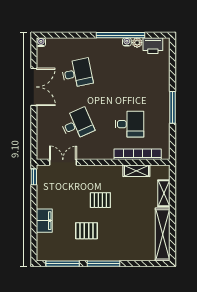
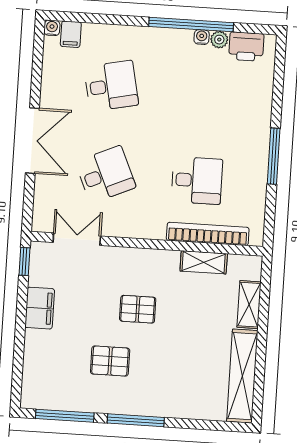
filing cabinet: (52, 45) -> (71, 34), added
double door: (34, 87) -> (32, 141), moved
filing cabinet: (44, 221) -> (40, 308), moved

